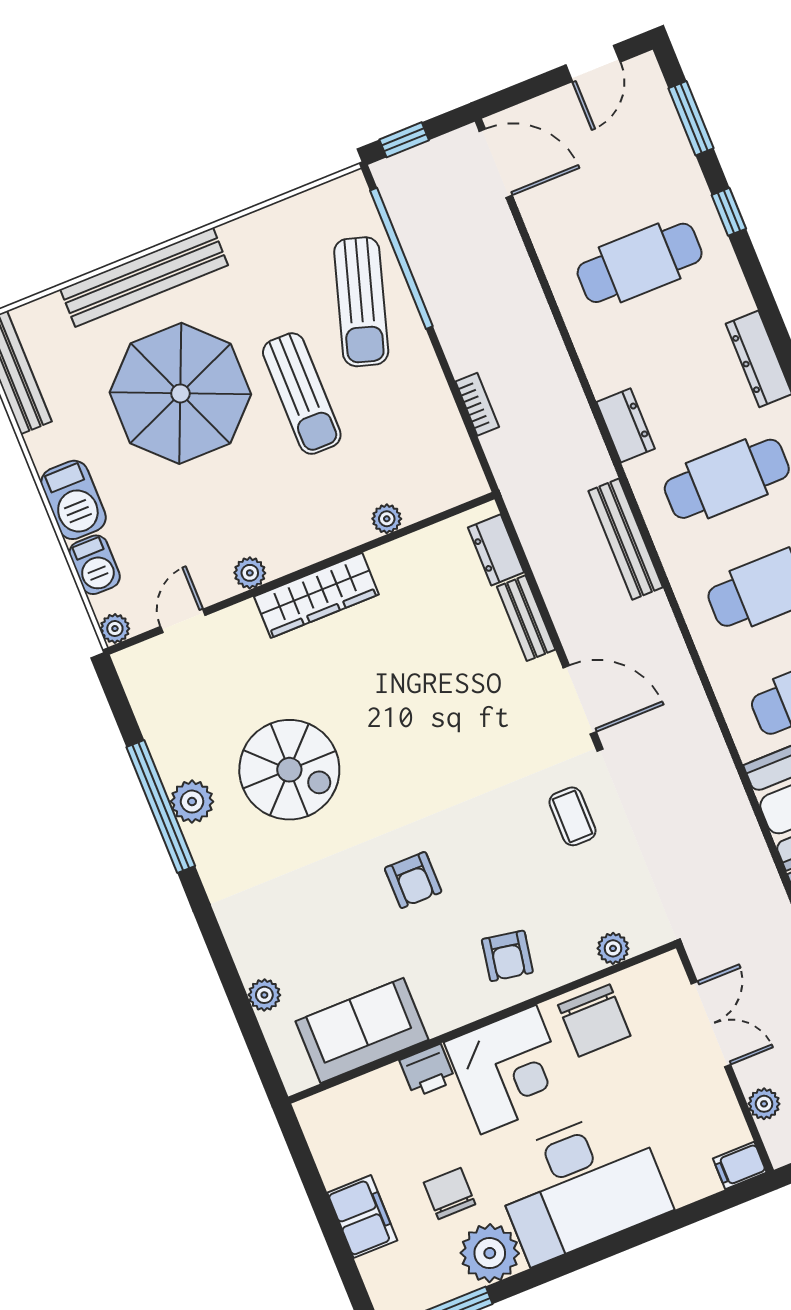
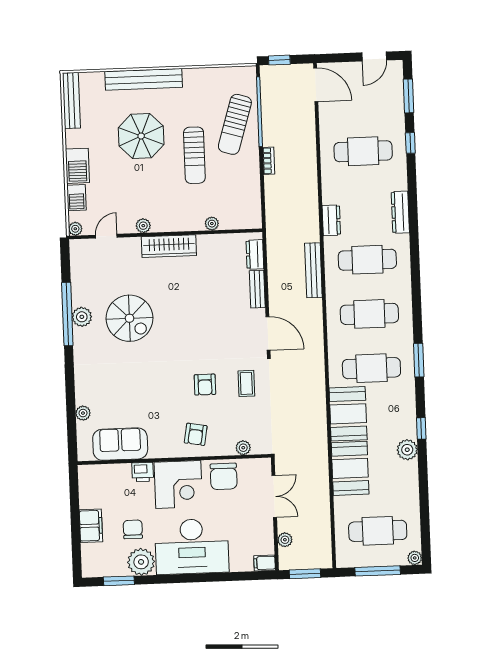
parasol: (180, 393) -> (141, 136), width x0.73, depth x0.73
bookcase: (477, 404) -> (269, 161), moved
armchair: (413, 880) -> (205, 385), moved

